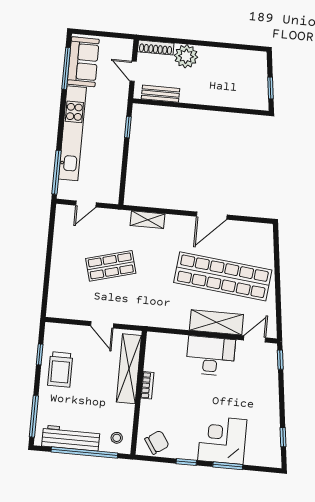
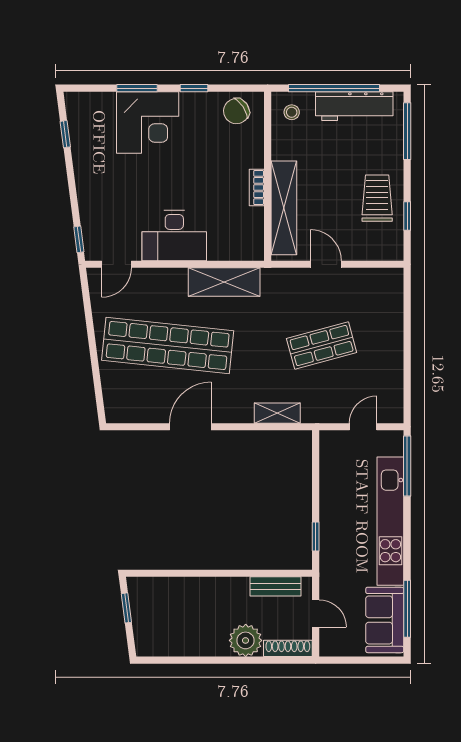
shelving: (216, 322) -> (224, 282), moved

